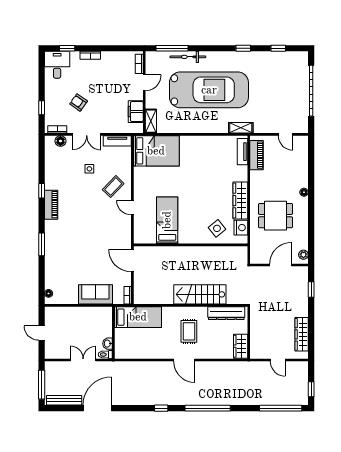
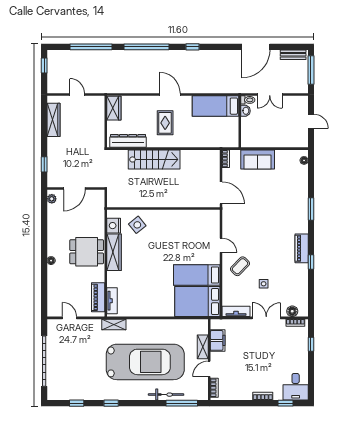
car: (209, 90) -> (145, 362), turned 180
armchair: (79, 102) -> (274, 349), removed
shelving: (151, 121) -> (203, 347), moved
dining table: (275, 216) -> (87, 252), moved
bed: (167, 220) -> (197, 275), moved, turned 90
bed: (138, 317) -> (216, 106), moved
bench: (64, 400) -> (293, 55), width x0.73
window: (281, 408) -> (91, 47), moved

